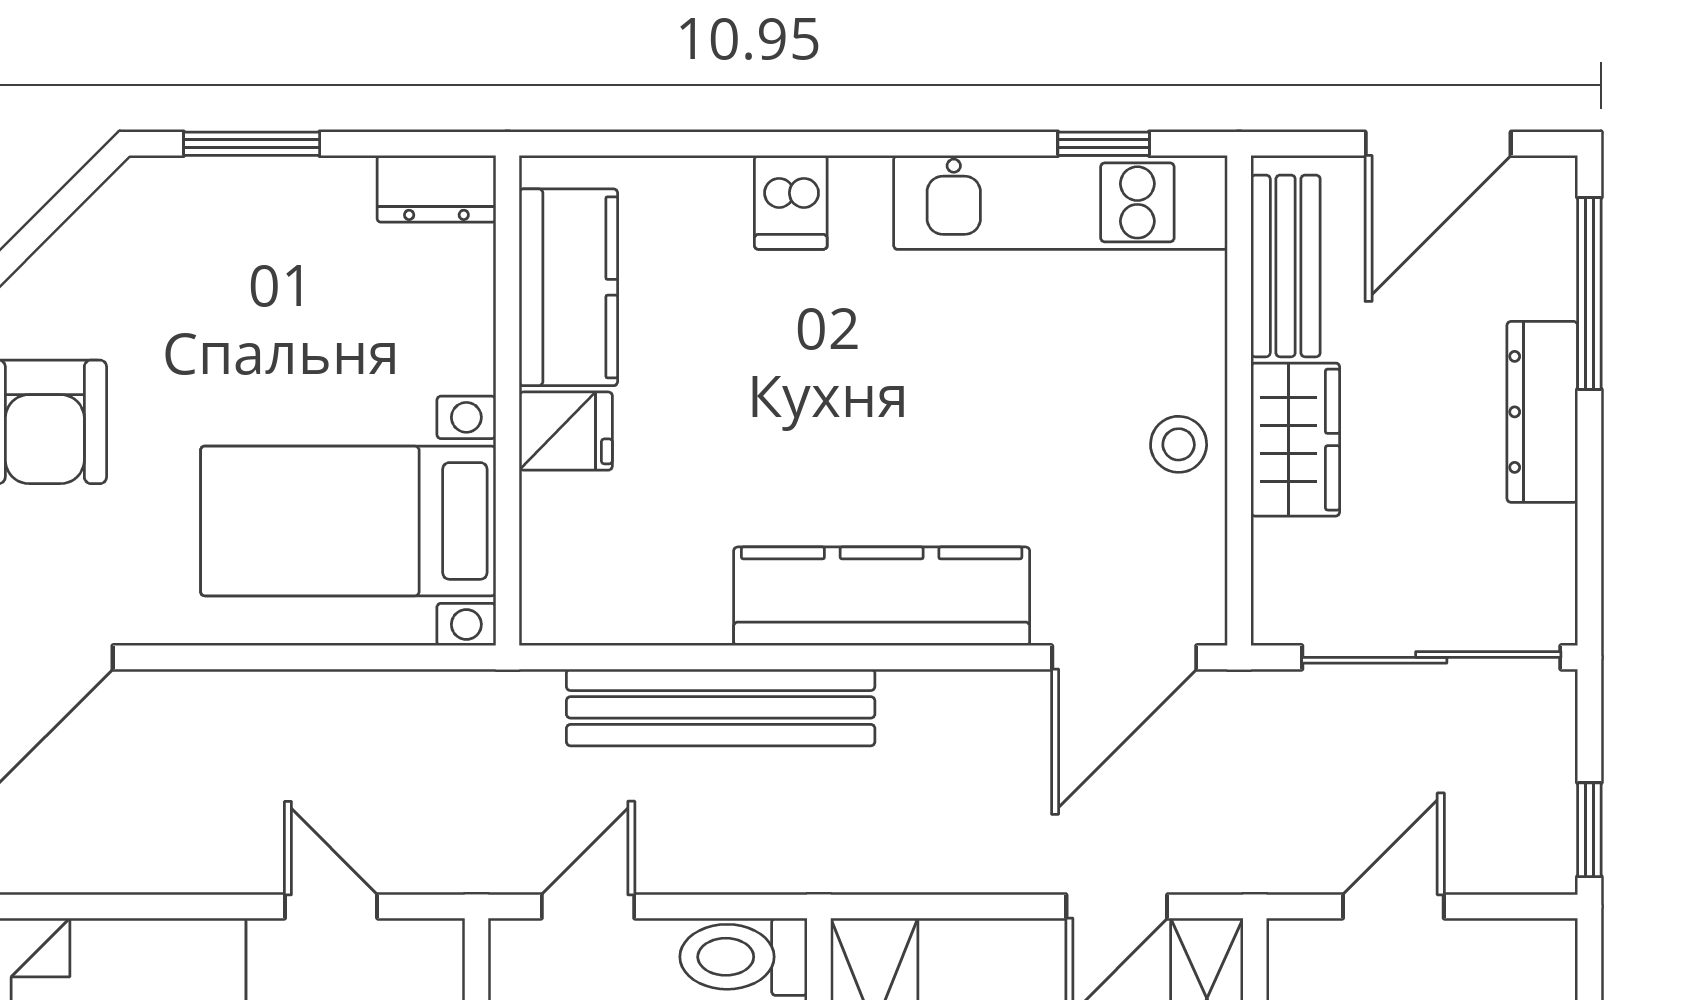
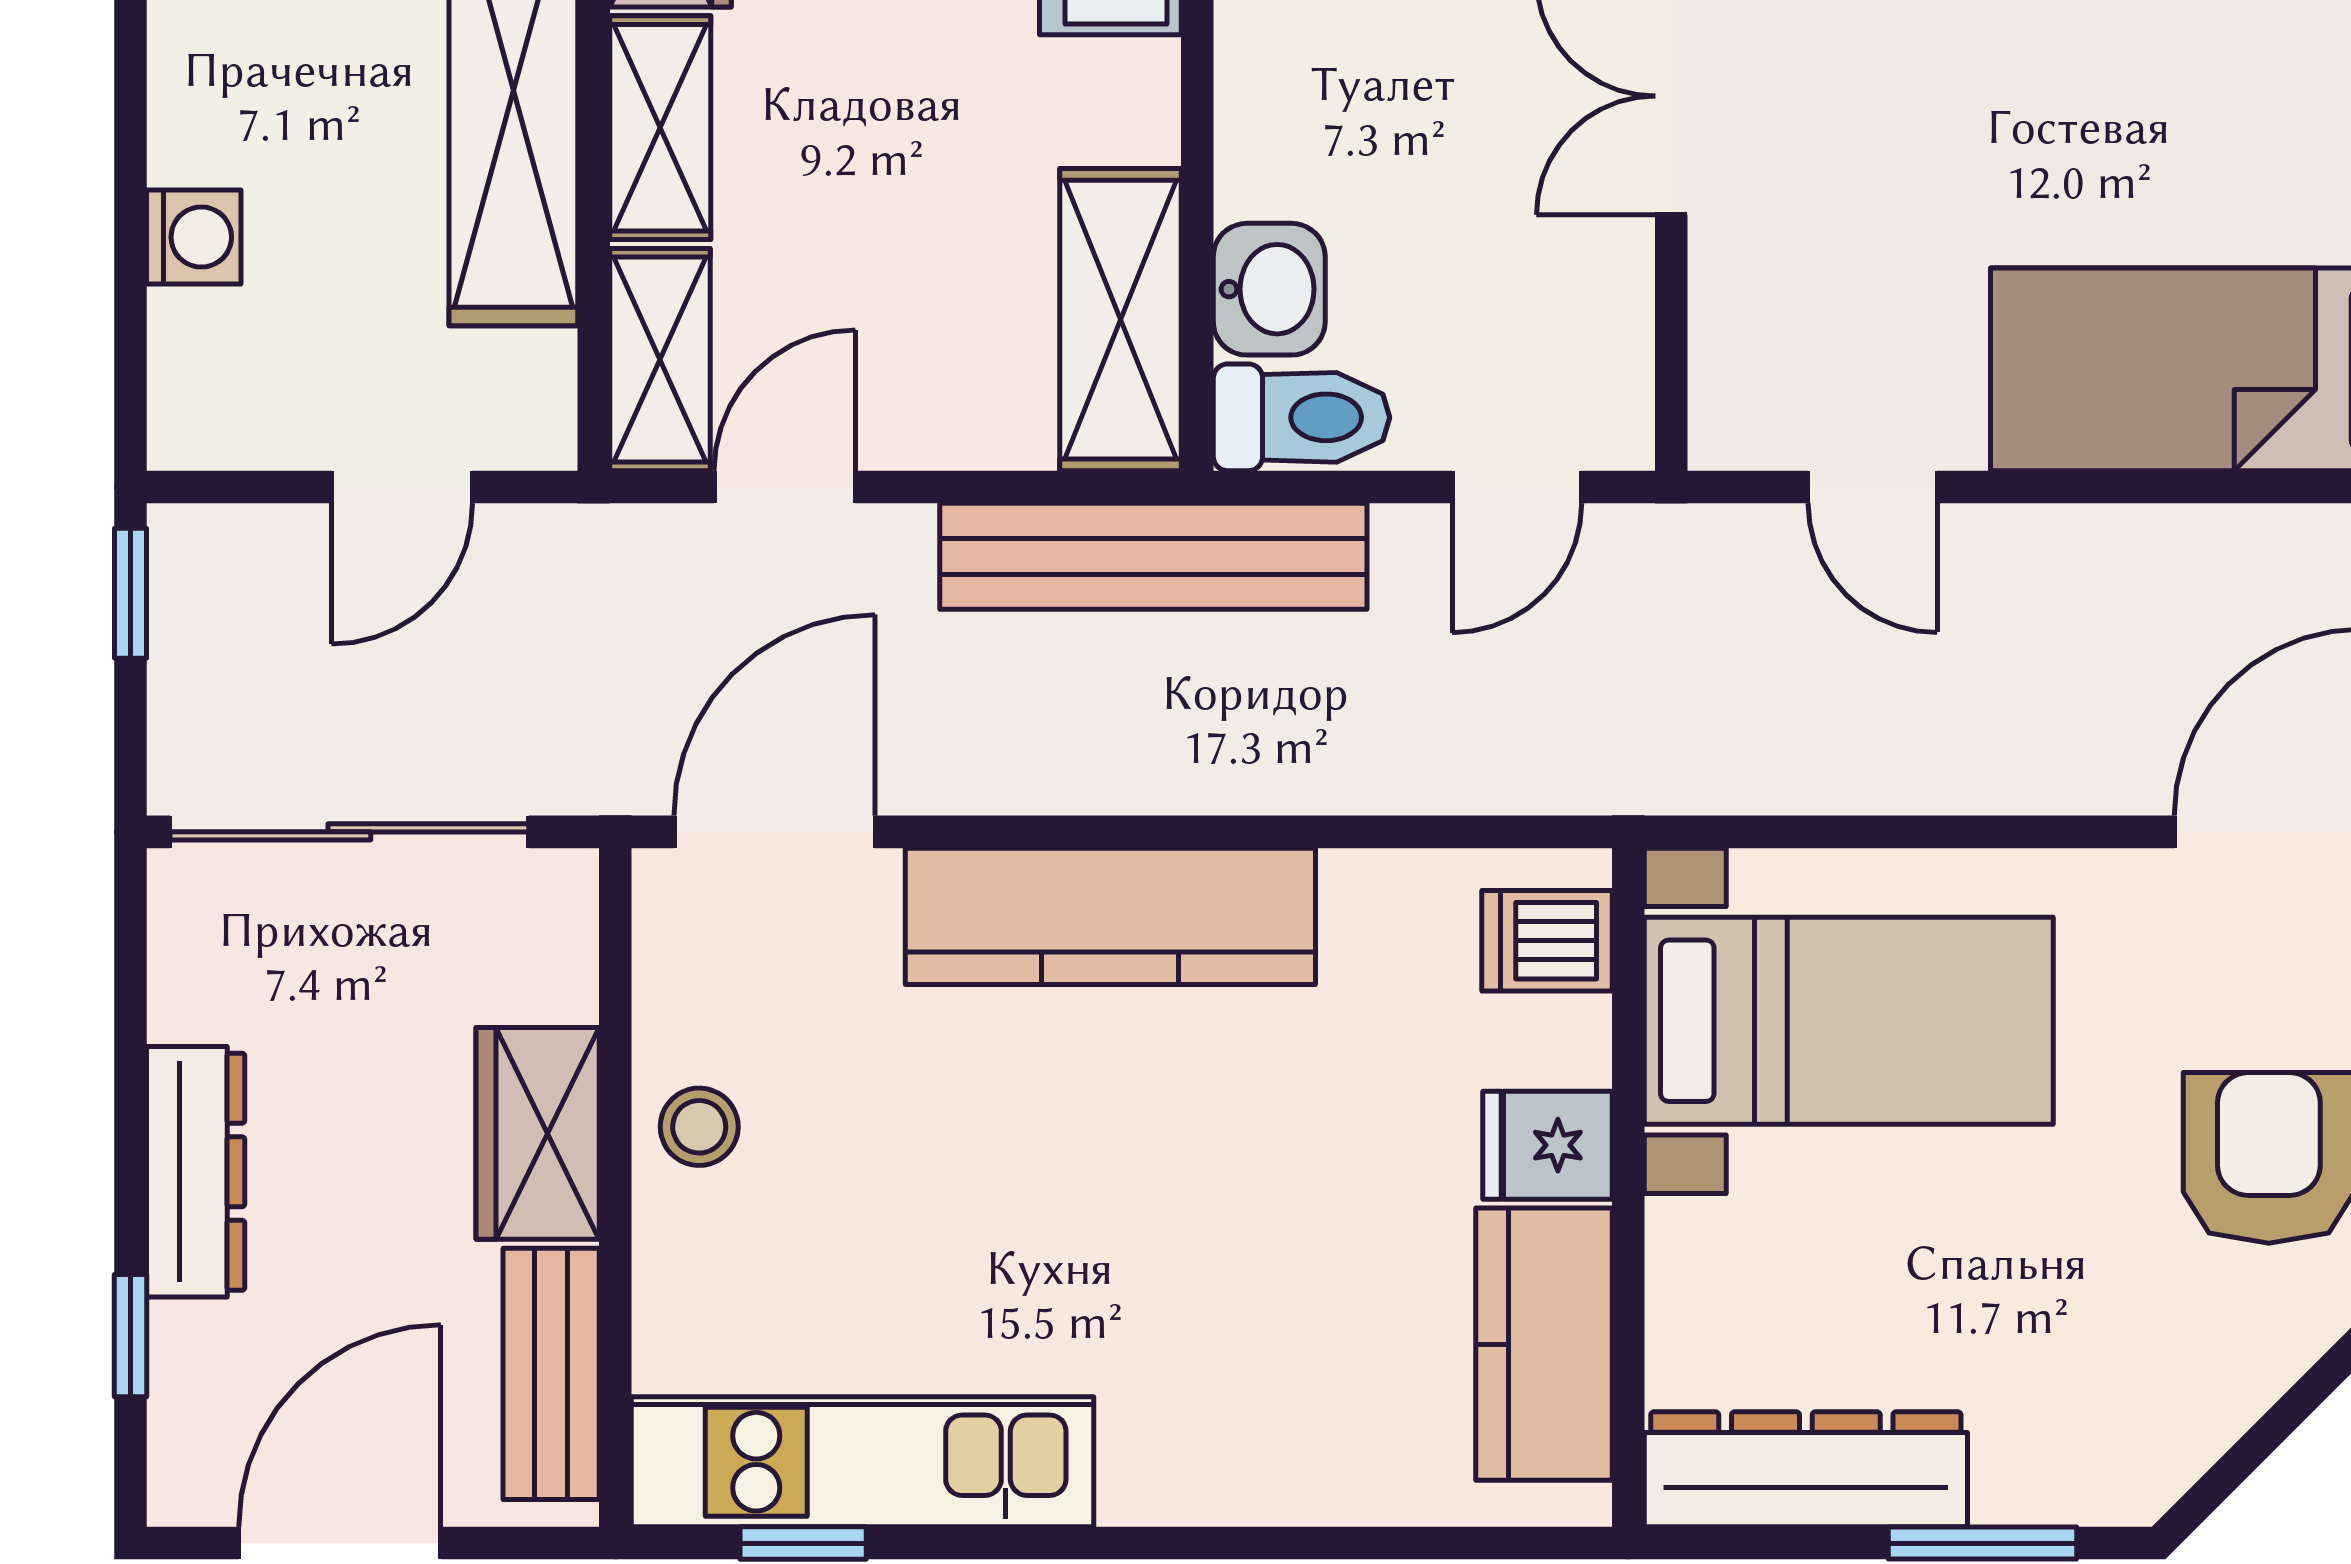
dresser: (436, 189) -> (1806, 1469), width x1.96, depth x1.24
dishwasher: (791, 202) -> (1547, 941), moved, turned -90
window: (1589, 293) -> (130, 1336), width x0.46
bench: (721, 707) -> (1153, 556), moved

